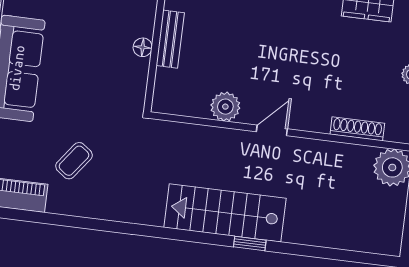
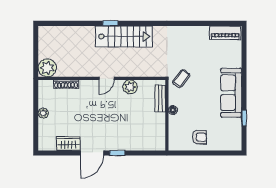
bench: (170, 39) -> (160, 98), moved
coffee table: (74, 161) -> (181, 79), moved

